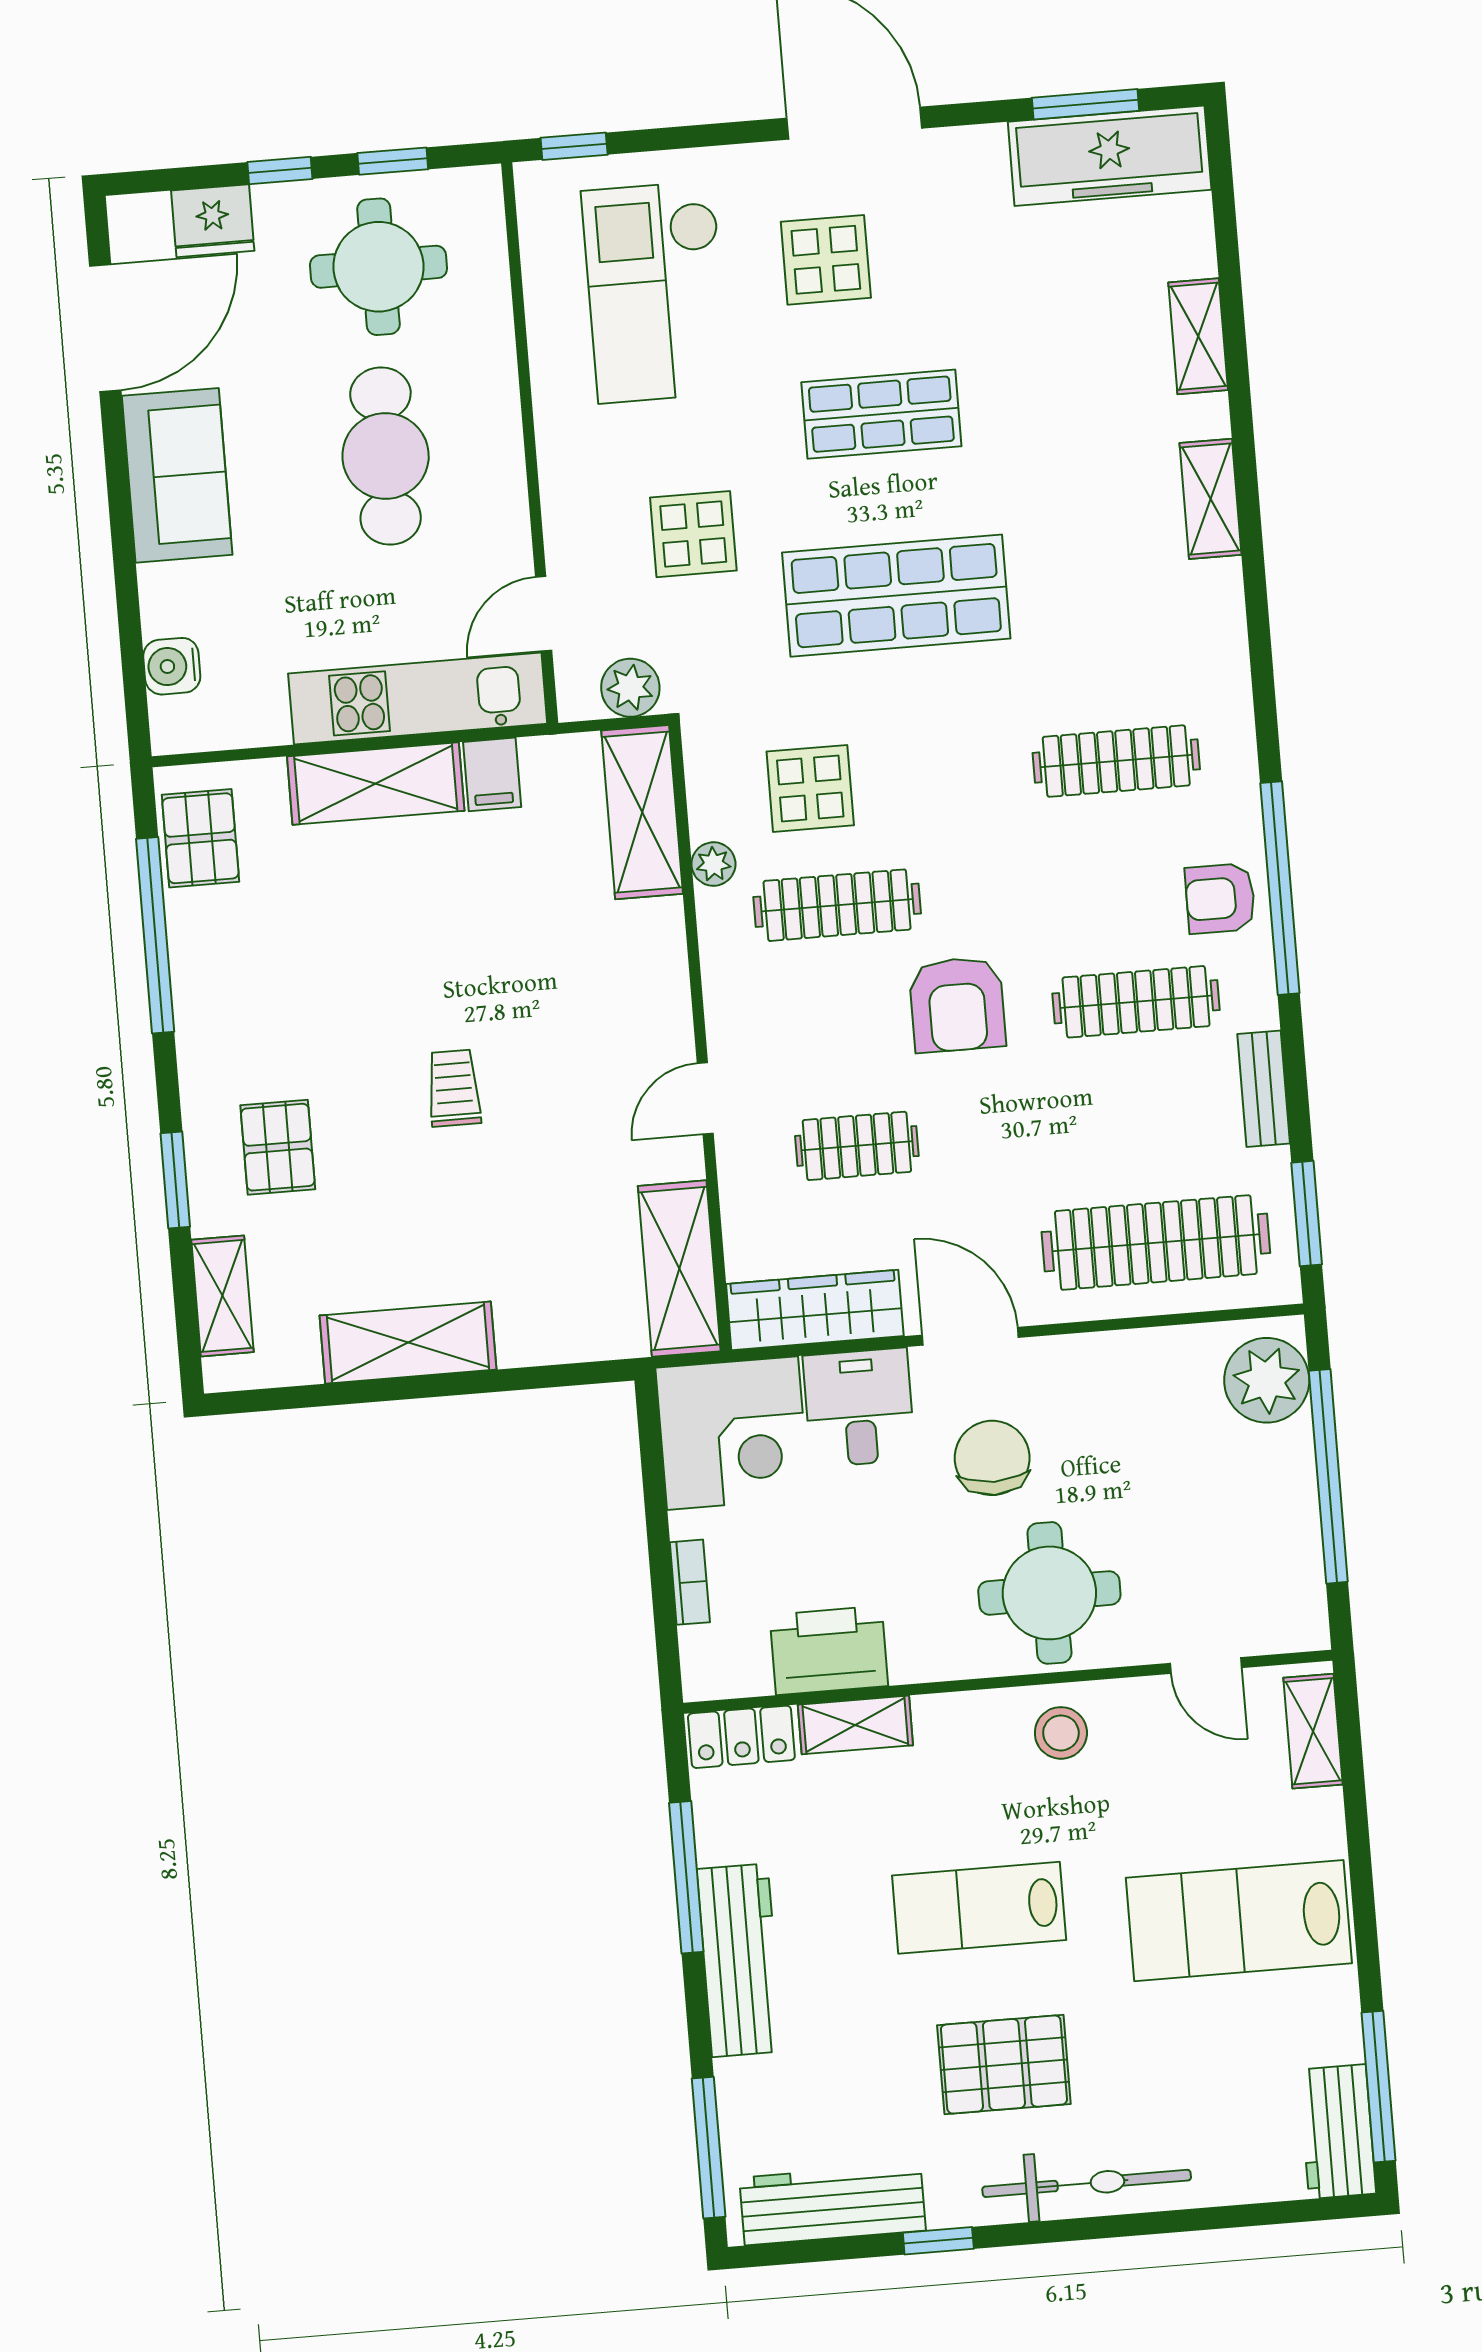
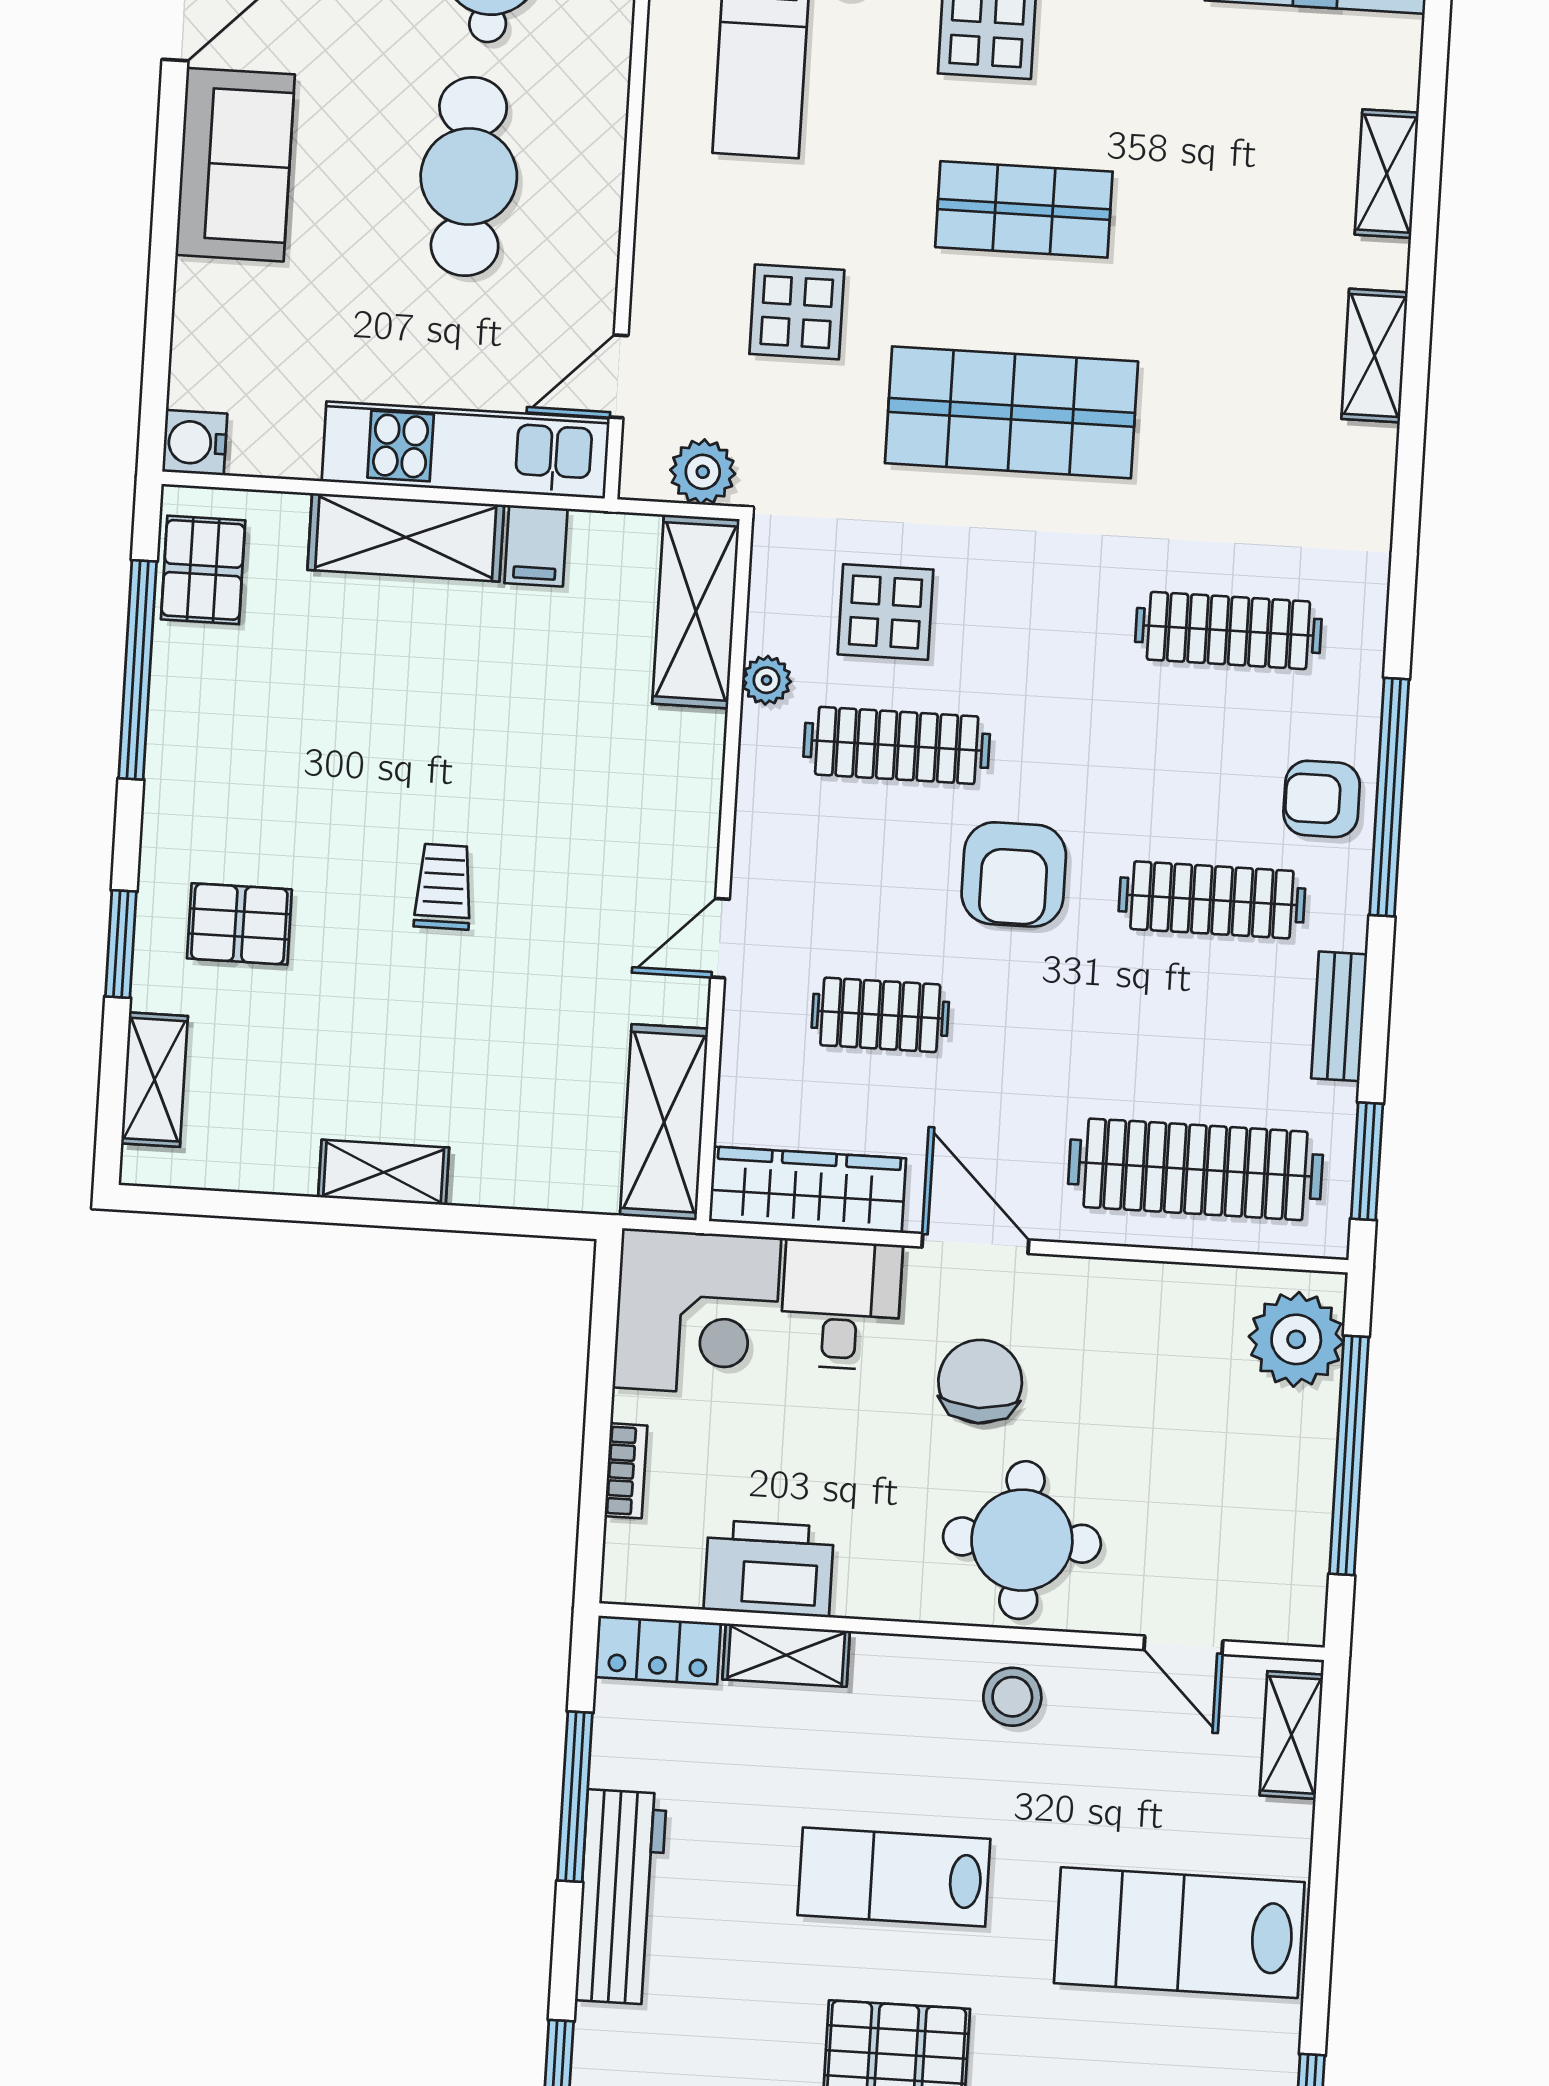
water cooler: (172, 666) -> (195, 443), moved
pallet: (278, 1147) -> (239, 924), turned 90
shelving: (408, 1343) -> (384, 1172), width x0.67, depth x0.75

